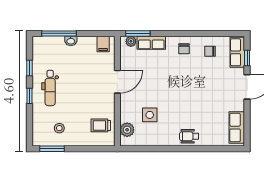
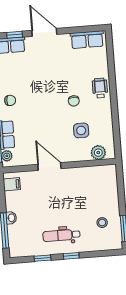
chair: (210, 51) -> (74, 101), moved
dental chair: (50, 88) -> (61, 235), turned 180
trolley: (101, 125) -> (96, 180), removed
wheelchair: (189, 136) -> (100, 88), turned 180

